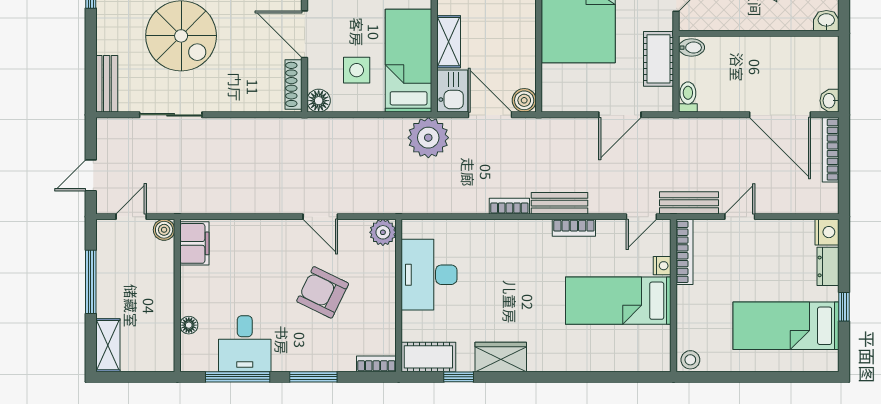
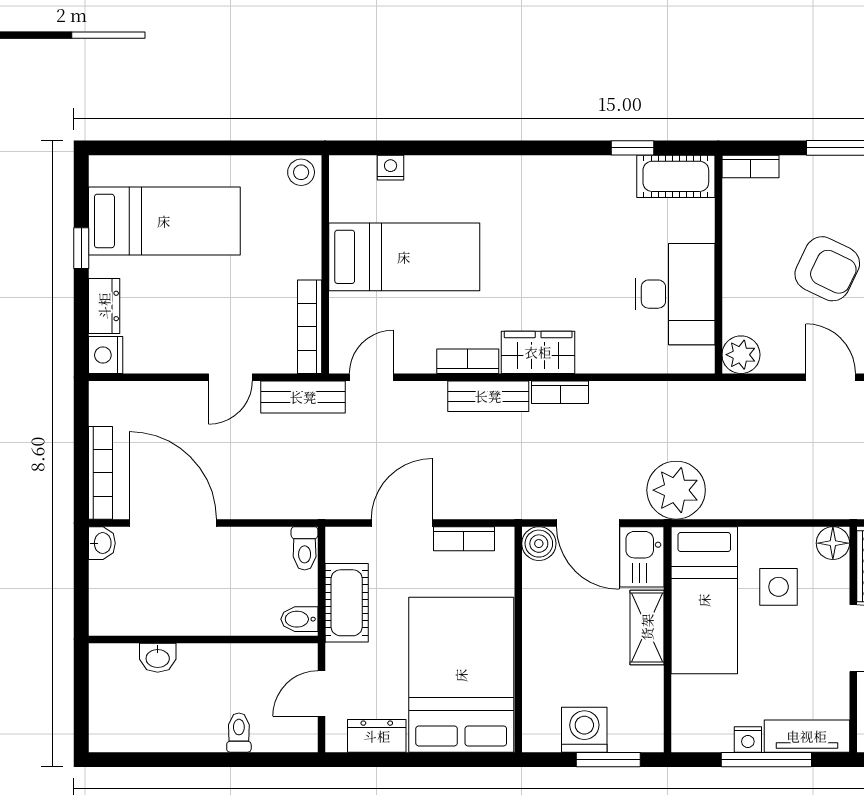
washbasin: (826, 21) -> (158, 658), moved
bookcase: (576, 104) -> (464, 539), added
nightstand: (662, 266) -> (391, 168), moved, turned 90
wardrobe: (501, 357) -> (538, 352), moved, turned 180

